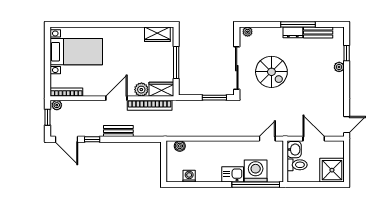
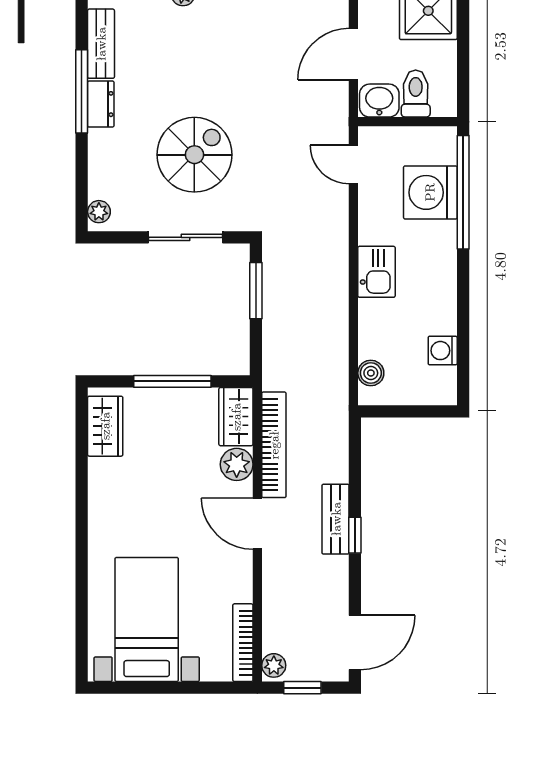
sliding door: (237, 68) -> (186, 237), width x0.73
window: (92, 139) -> (355, 535), moved
kitchen sink: (233, 174) -> (376, 272), moved, turned 180

